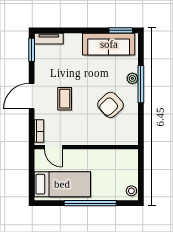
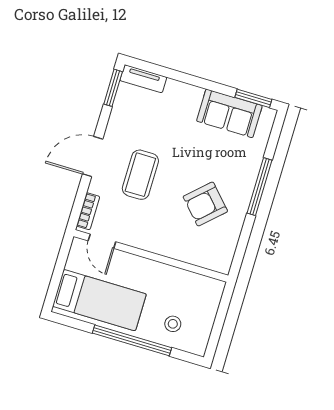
sofa: (109, 44) -> (229, 113), width x0.73
plant: (132, 78) -> (249, 175), removed
coffee table: (65, 99) -> (140, 175), width x1.36, depth x1.30
stool: (131, 191) -> (173, 324), moved

